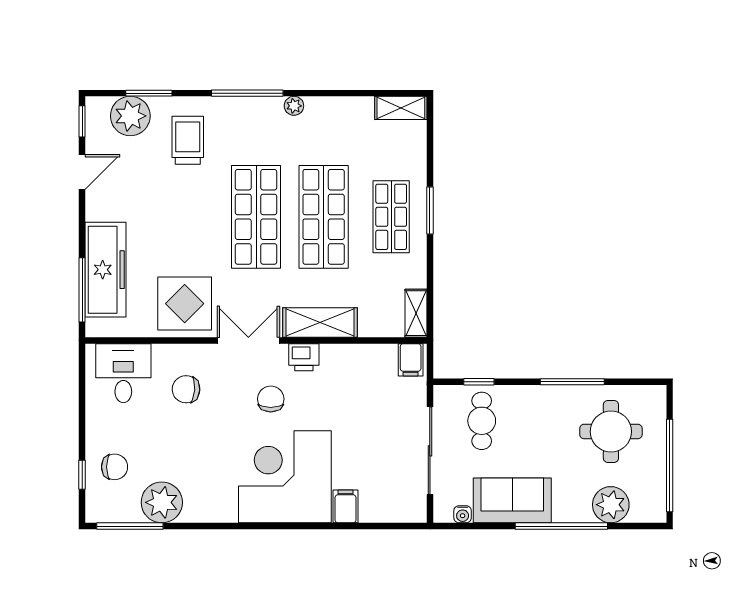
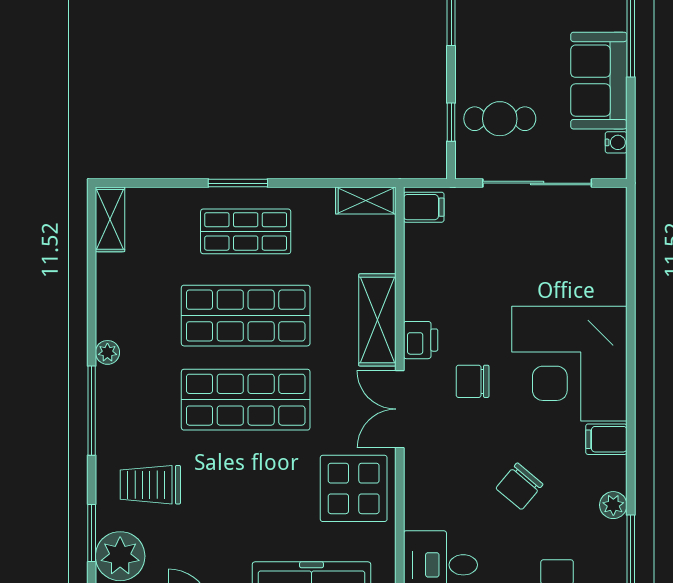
chair: (186, 389) -> (519, 486), moved, turned 36
plant: (162, 502) -> (613, 505), width x0.53, depth x0.53
filing cabinet: (345, 506) -> (606, 439), moved

